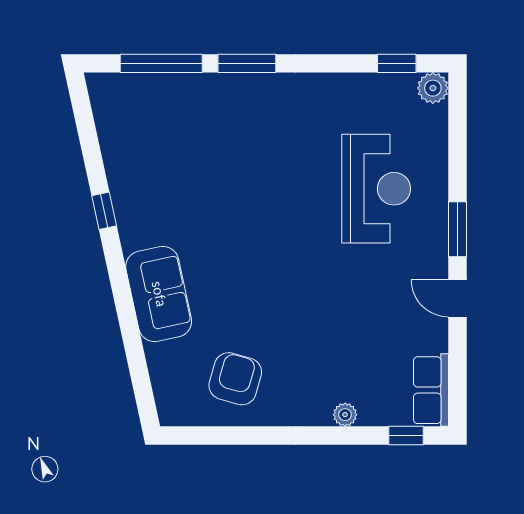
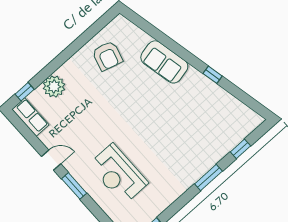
window: (161, 63) -> (240, 149), width x0.46
plant: (345, 415) -> (54, 86), width x1.87, depth x1.87

